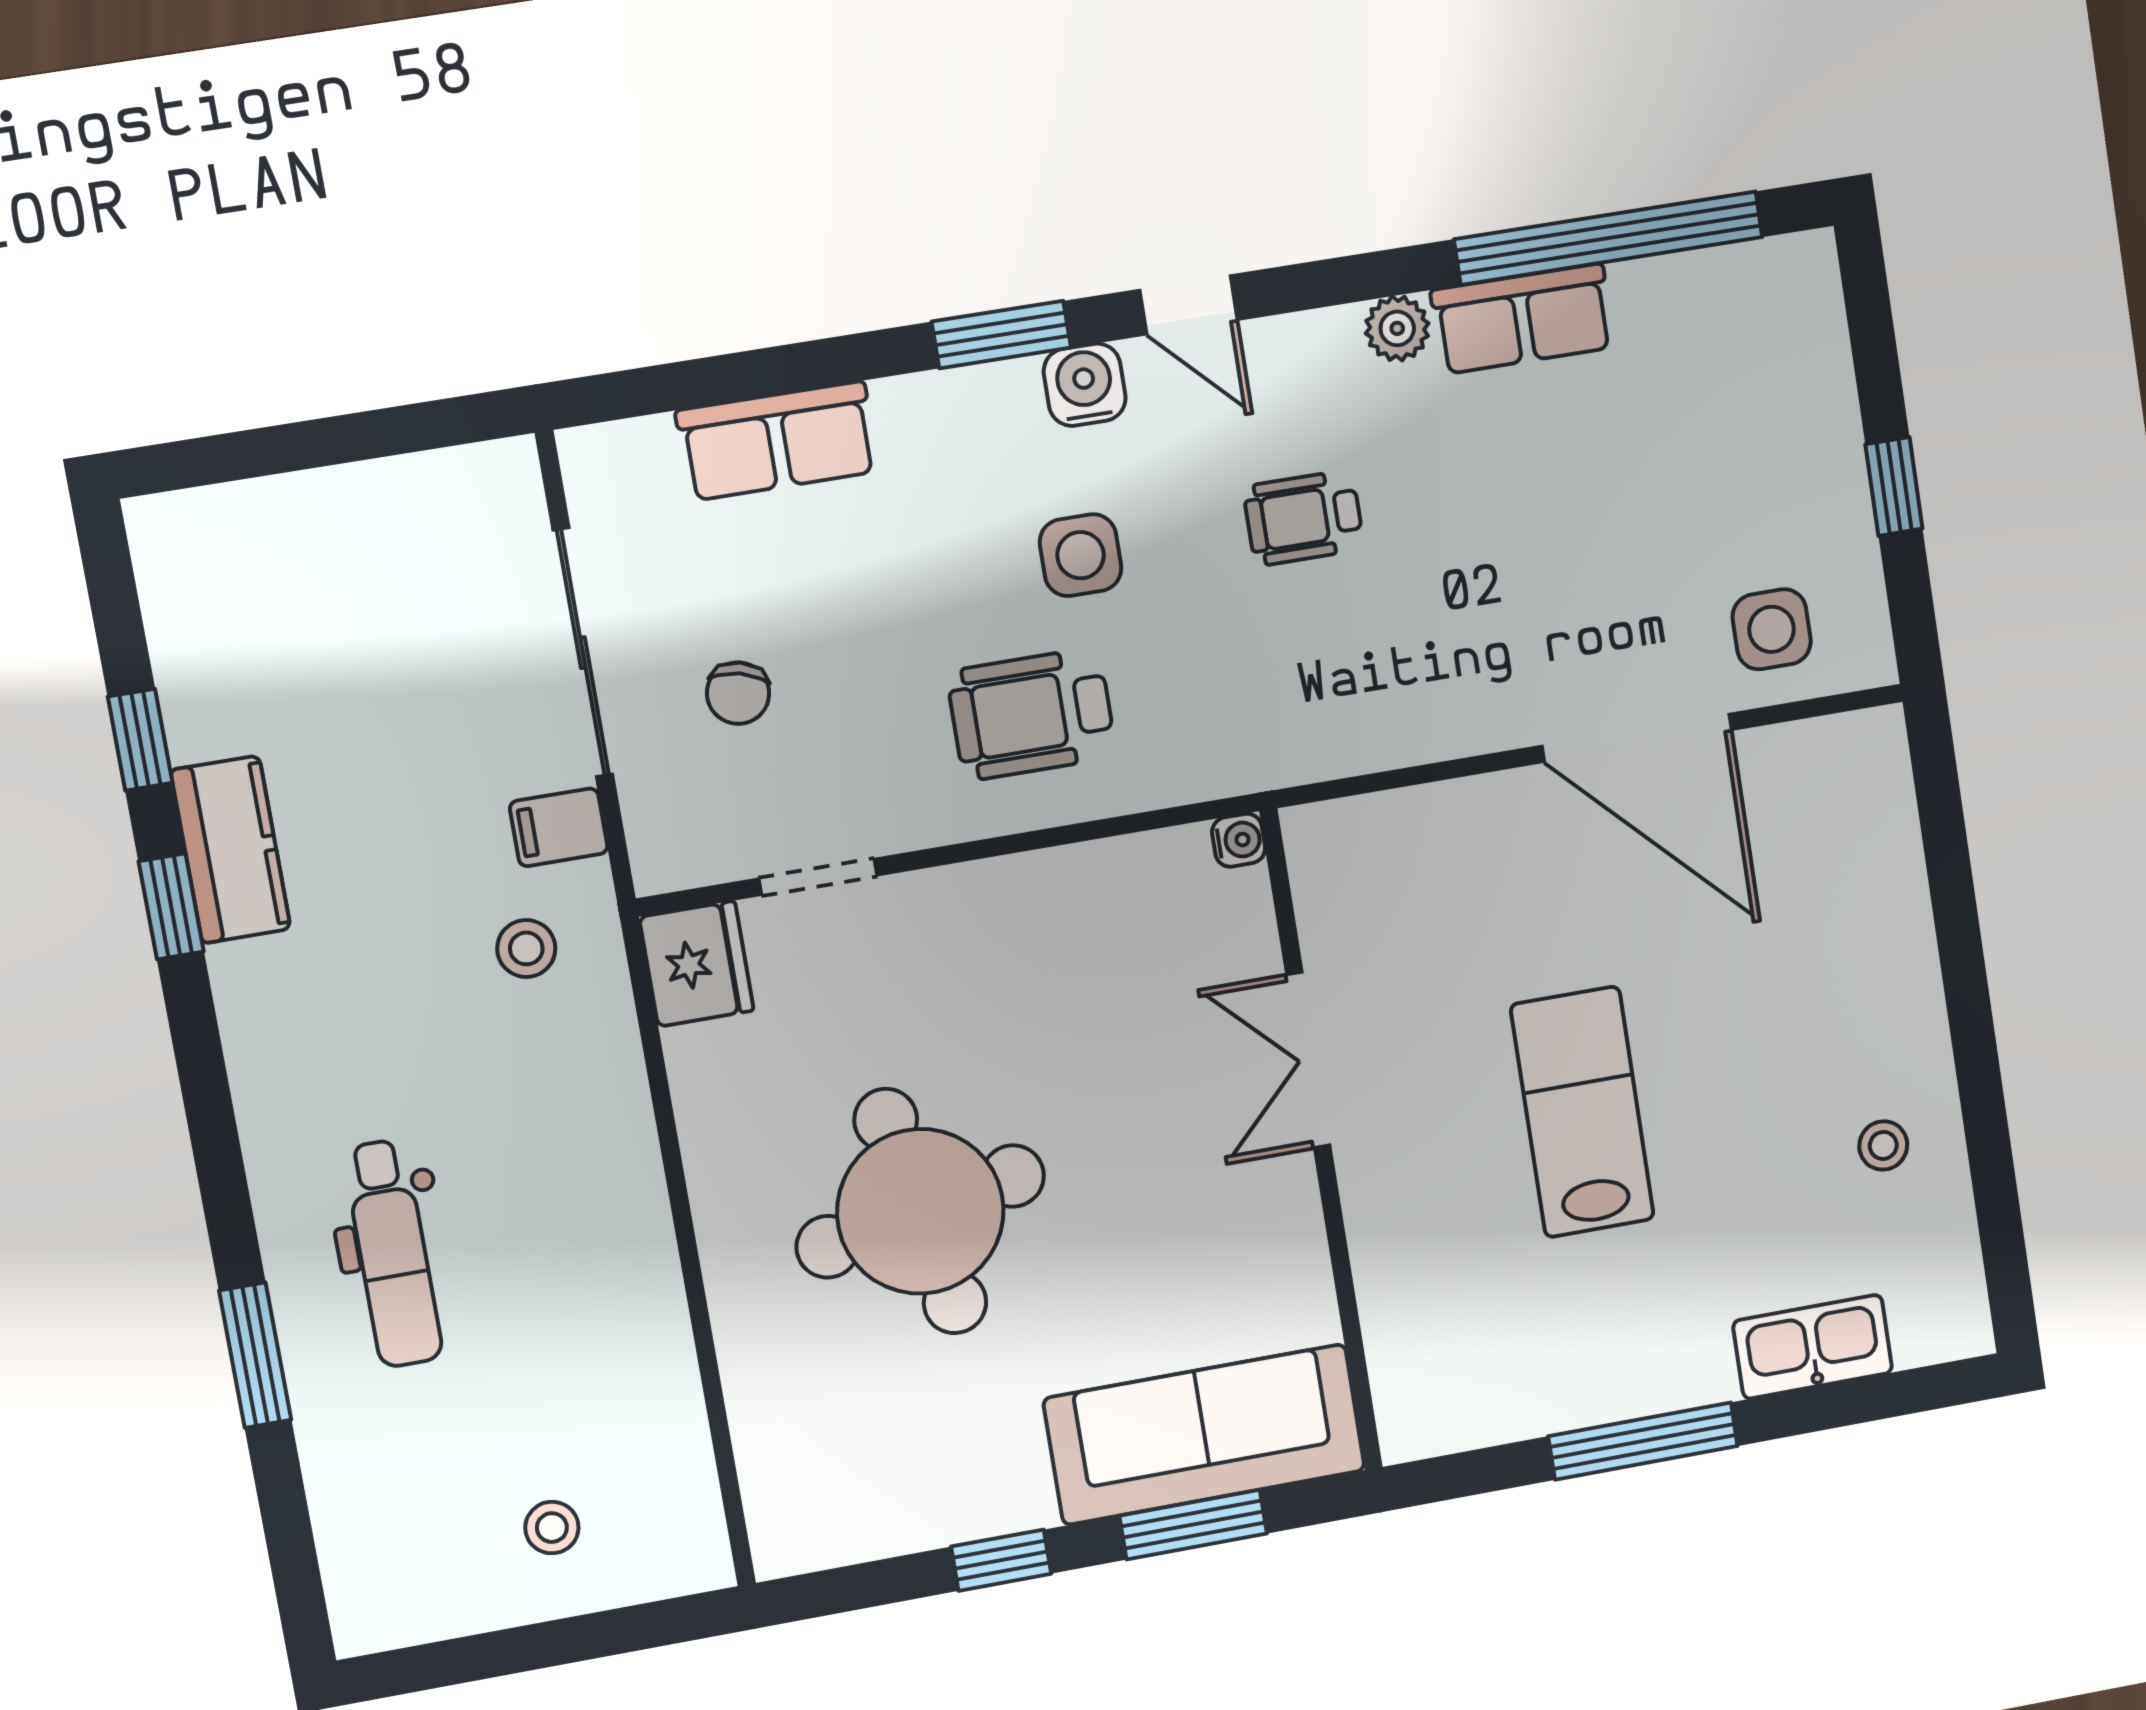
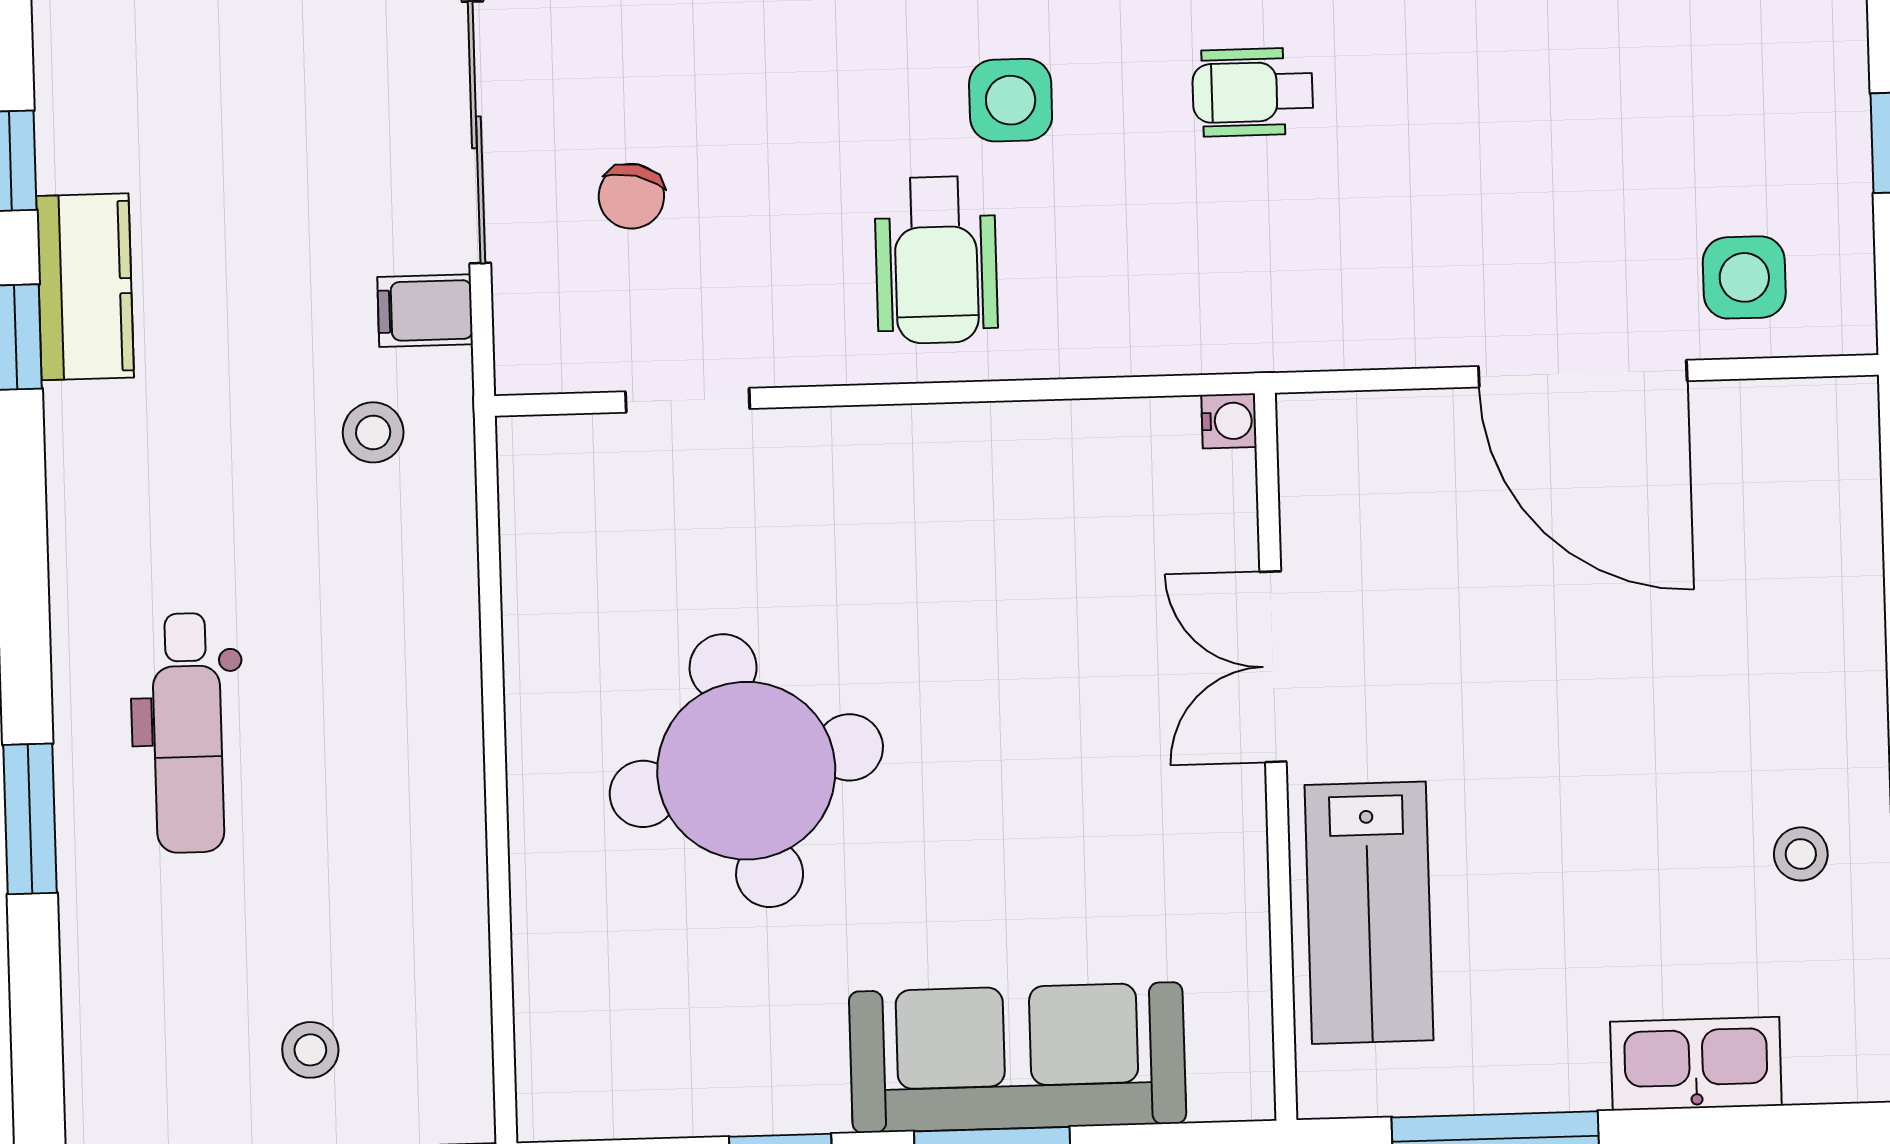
wheelchair: (1032, 714) -> (936, 260), turned -90
water cooler: (1239, 840) -> (1229, 421), moved
fridge: (696, 964) -> (548, 474), removed
double door: (1308, 1060) -> (1273, 667), moved
lab bench: (1582, 1112) -> (1369, 913), moved, turned 180
wall: (1321, 1142) -> (1276, 757), moved

